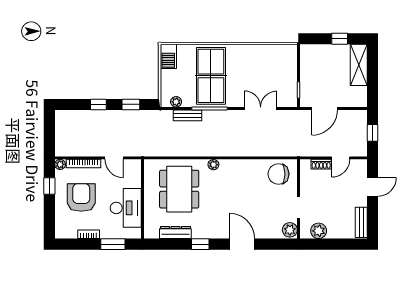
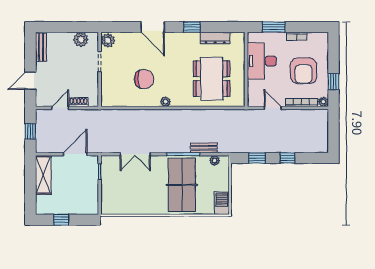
shelving: (359, 65) -> (43, 175), moved
plant: (213, 165) -> (165, 102), moved
chair: (279, 174) -> (144, 79), moved

